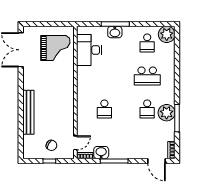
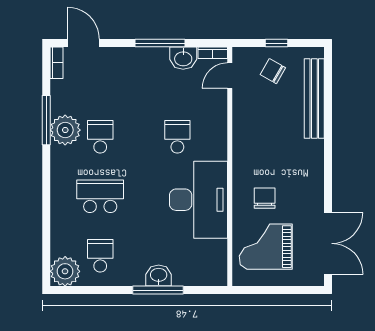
desk: (89, 50) -> (199, 200), moved, width x1.36, depth x1.30
chair: (56, 75) -> (265, 198), added
bench: (28, 112) -> (314, 98), moved

